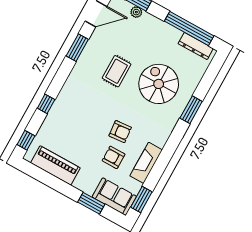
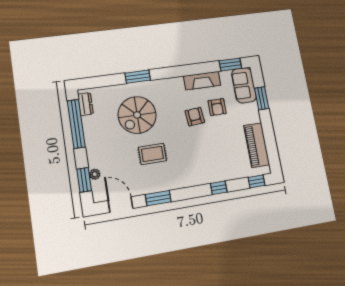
dresser: (196, 46) -> (86, 104), width x0.70

